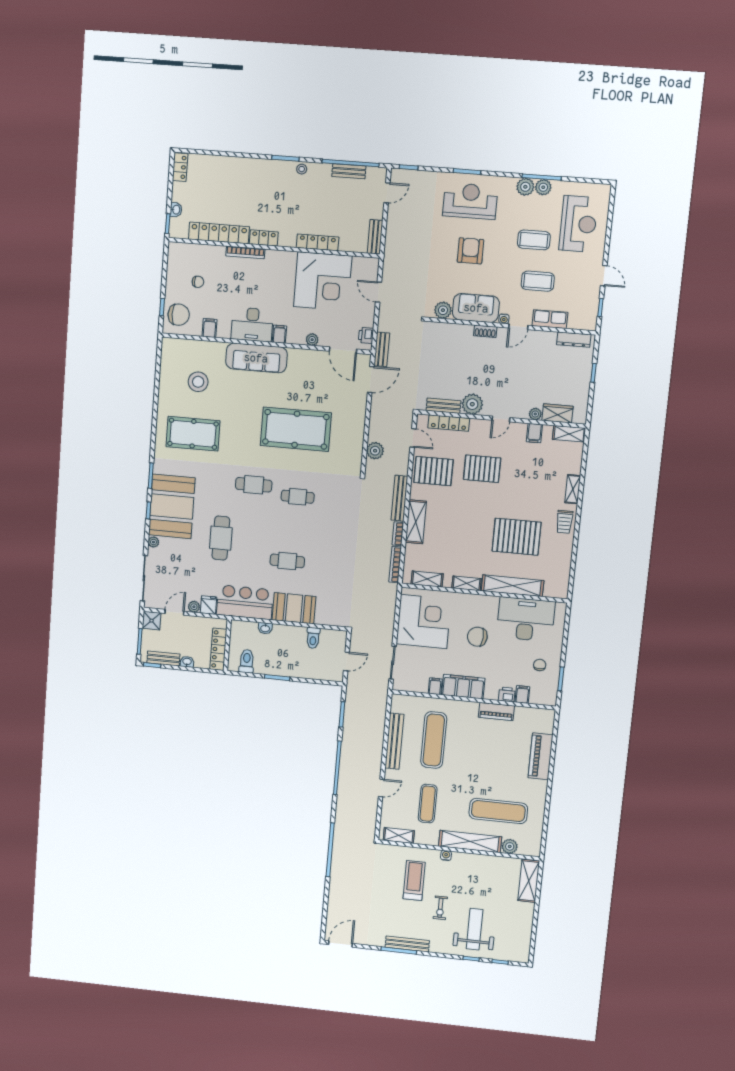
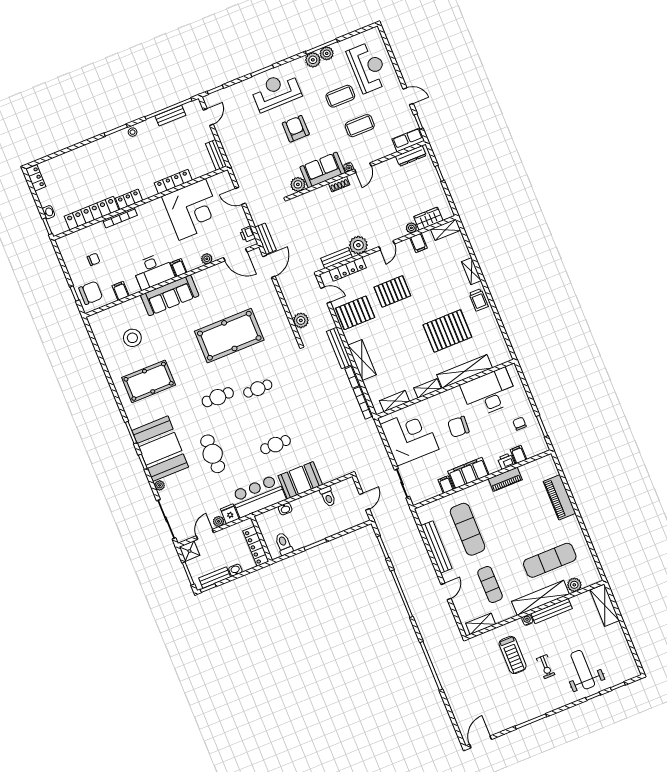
row of seats: (550, 319) -> (408, 140), moved
treadmill: (414, 880) -> (513, 655), turned 180
bench: (407, 944) -> (552, 611), moved

